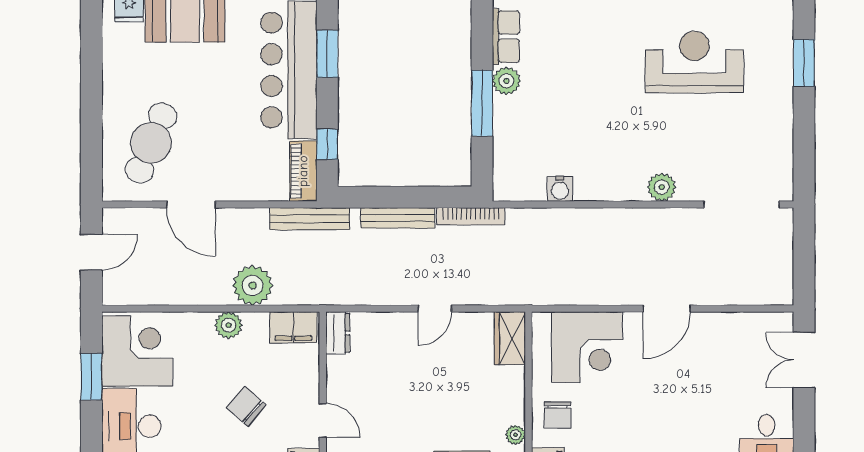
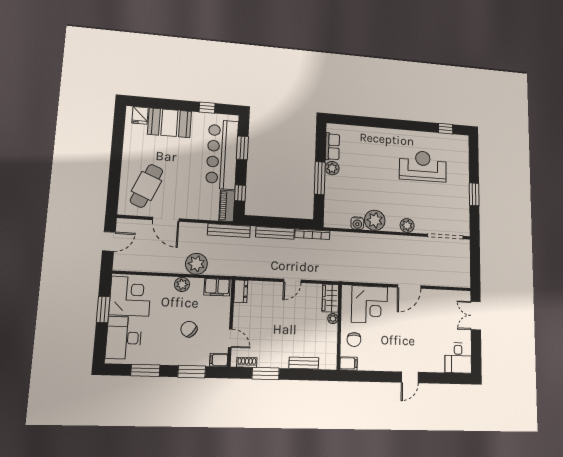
window: (804, 63) -> (474, 194), moved
plant: (595, 181) -> (375, 220), added
plant: (515, 435) -> (333, 319), moved

